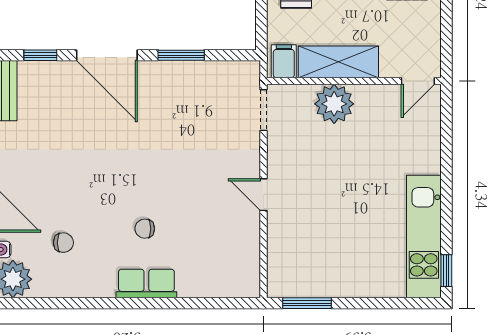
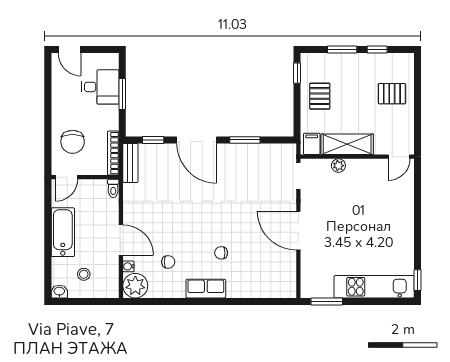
plant: (334, 104) -> (338, 166), width x0.53, depth x0.53
door: (263, 195) -> (298, 231), width x1.88
kitchen unit: (424, 237) -> (374, 287), moved, turned 90
row of seats: (146, 284) -> (206, 289), moved

